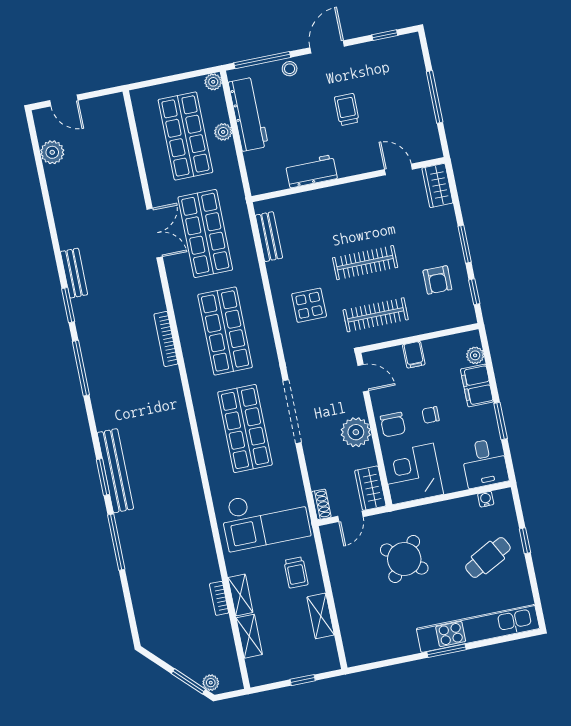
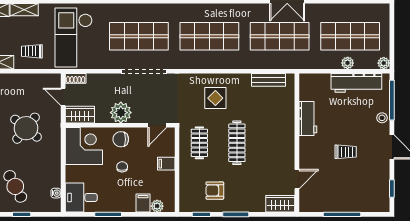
clothes rail: (376, 315) -> (199, 143), width x0.73
filing cabinet: (477, 385) -> (143, 203), width x0.50

